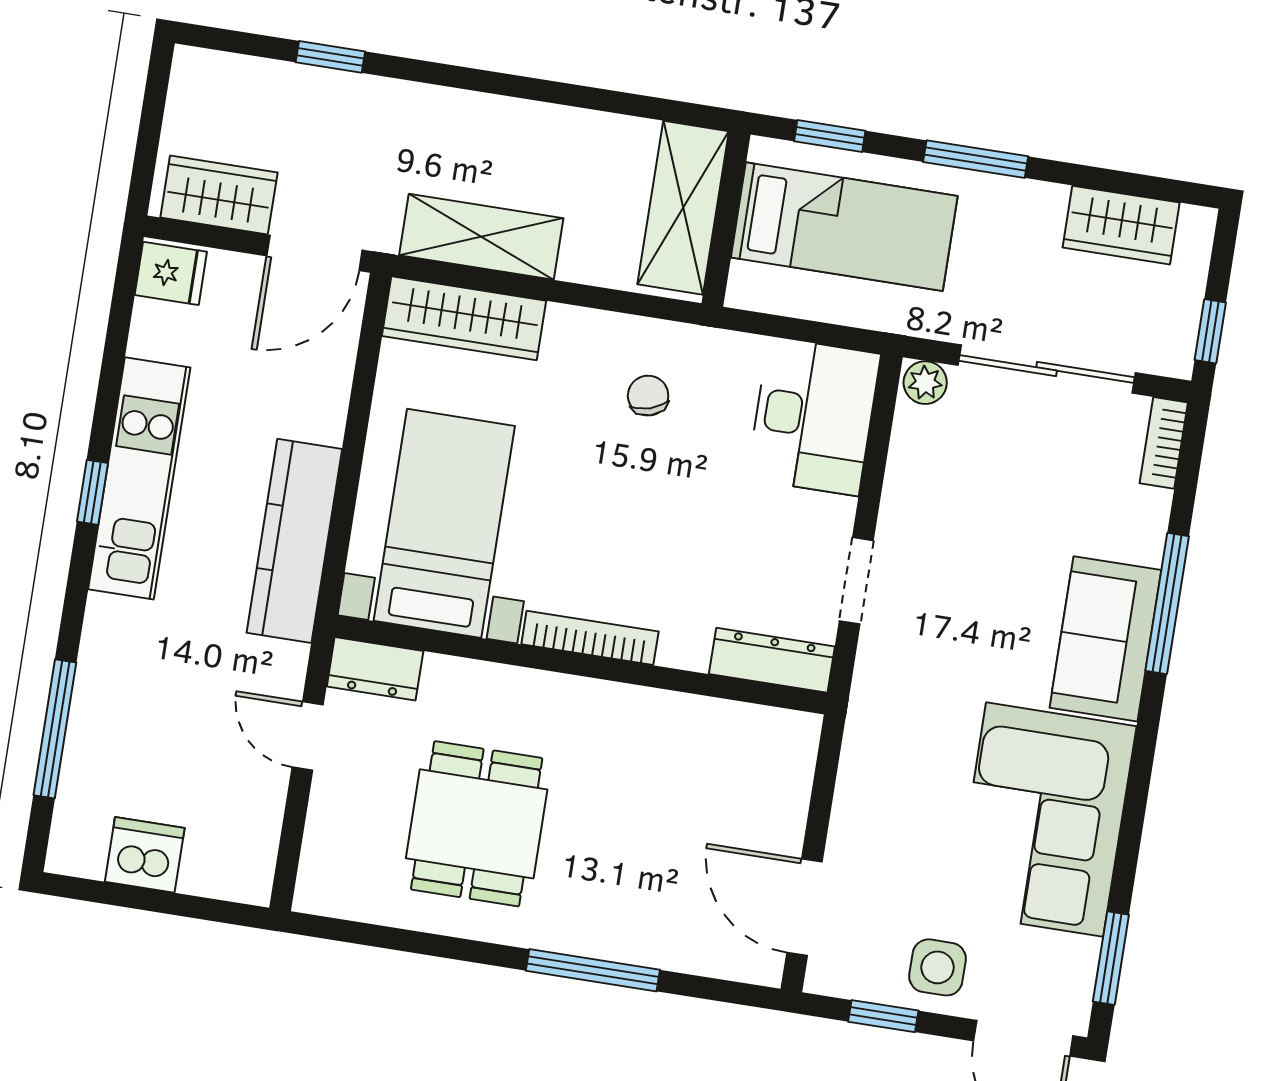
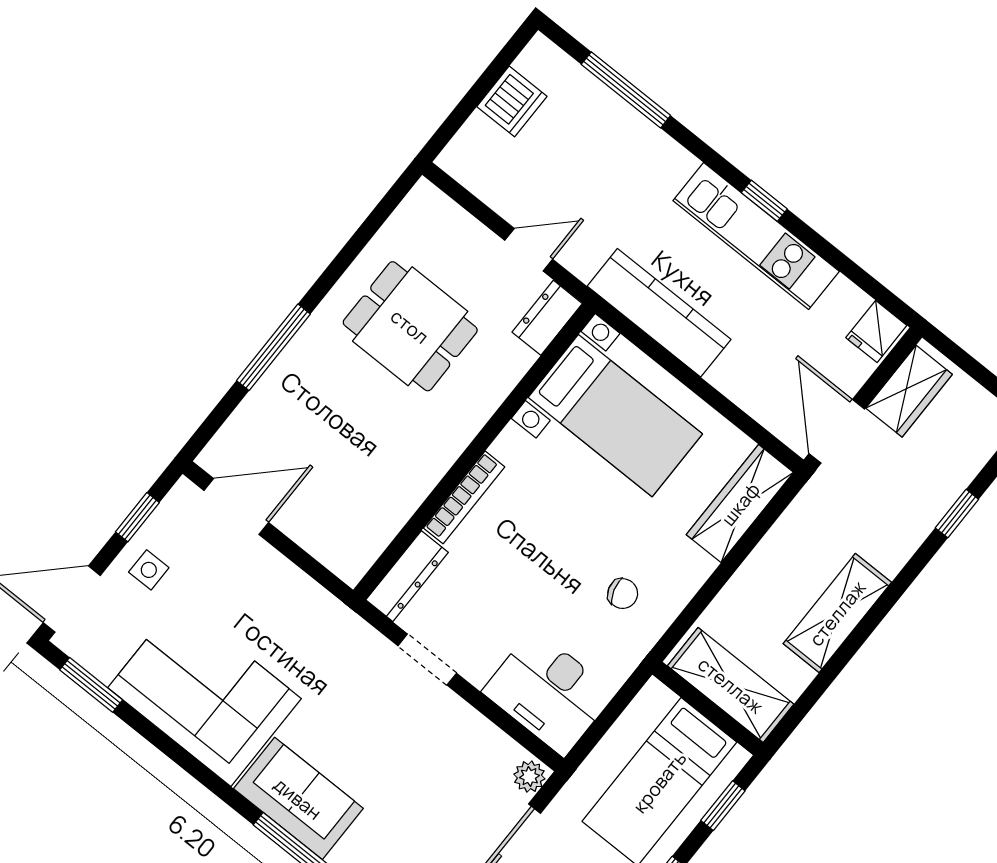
shelving: (481, 237) -> (837, 613), moved
bookcase: (590, 638) -> (464, 497), moved
side table: (937, 967) -> (149, 570), width x0.73, depth x0.73

